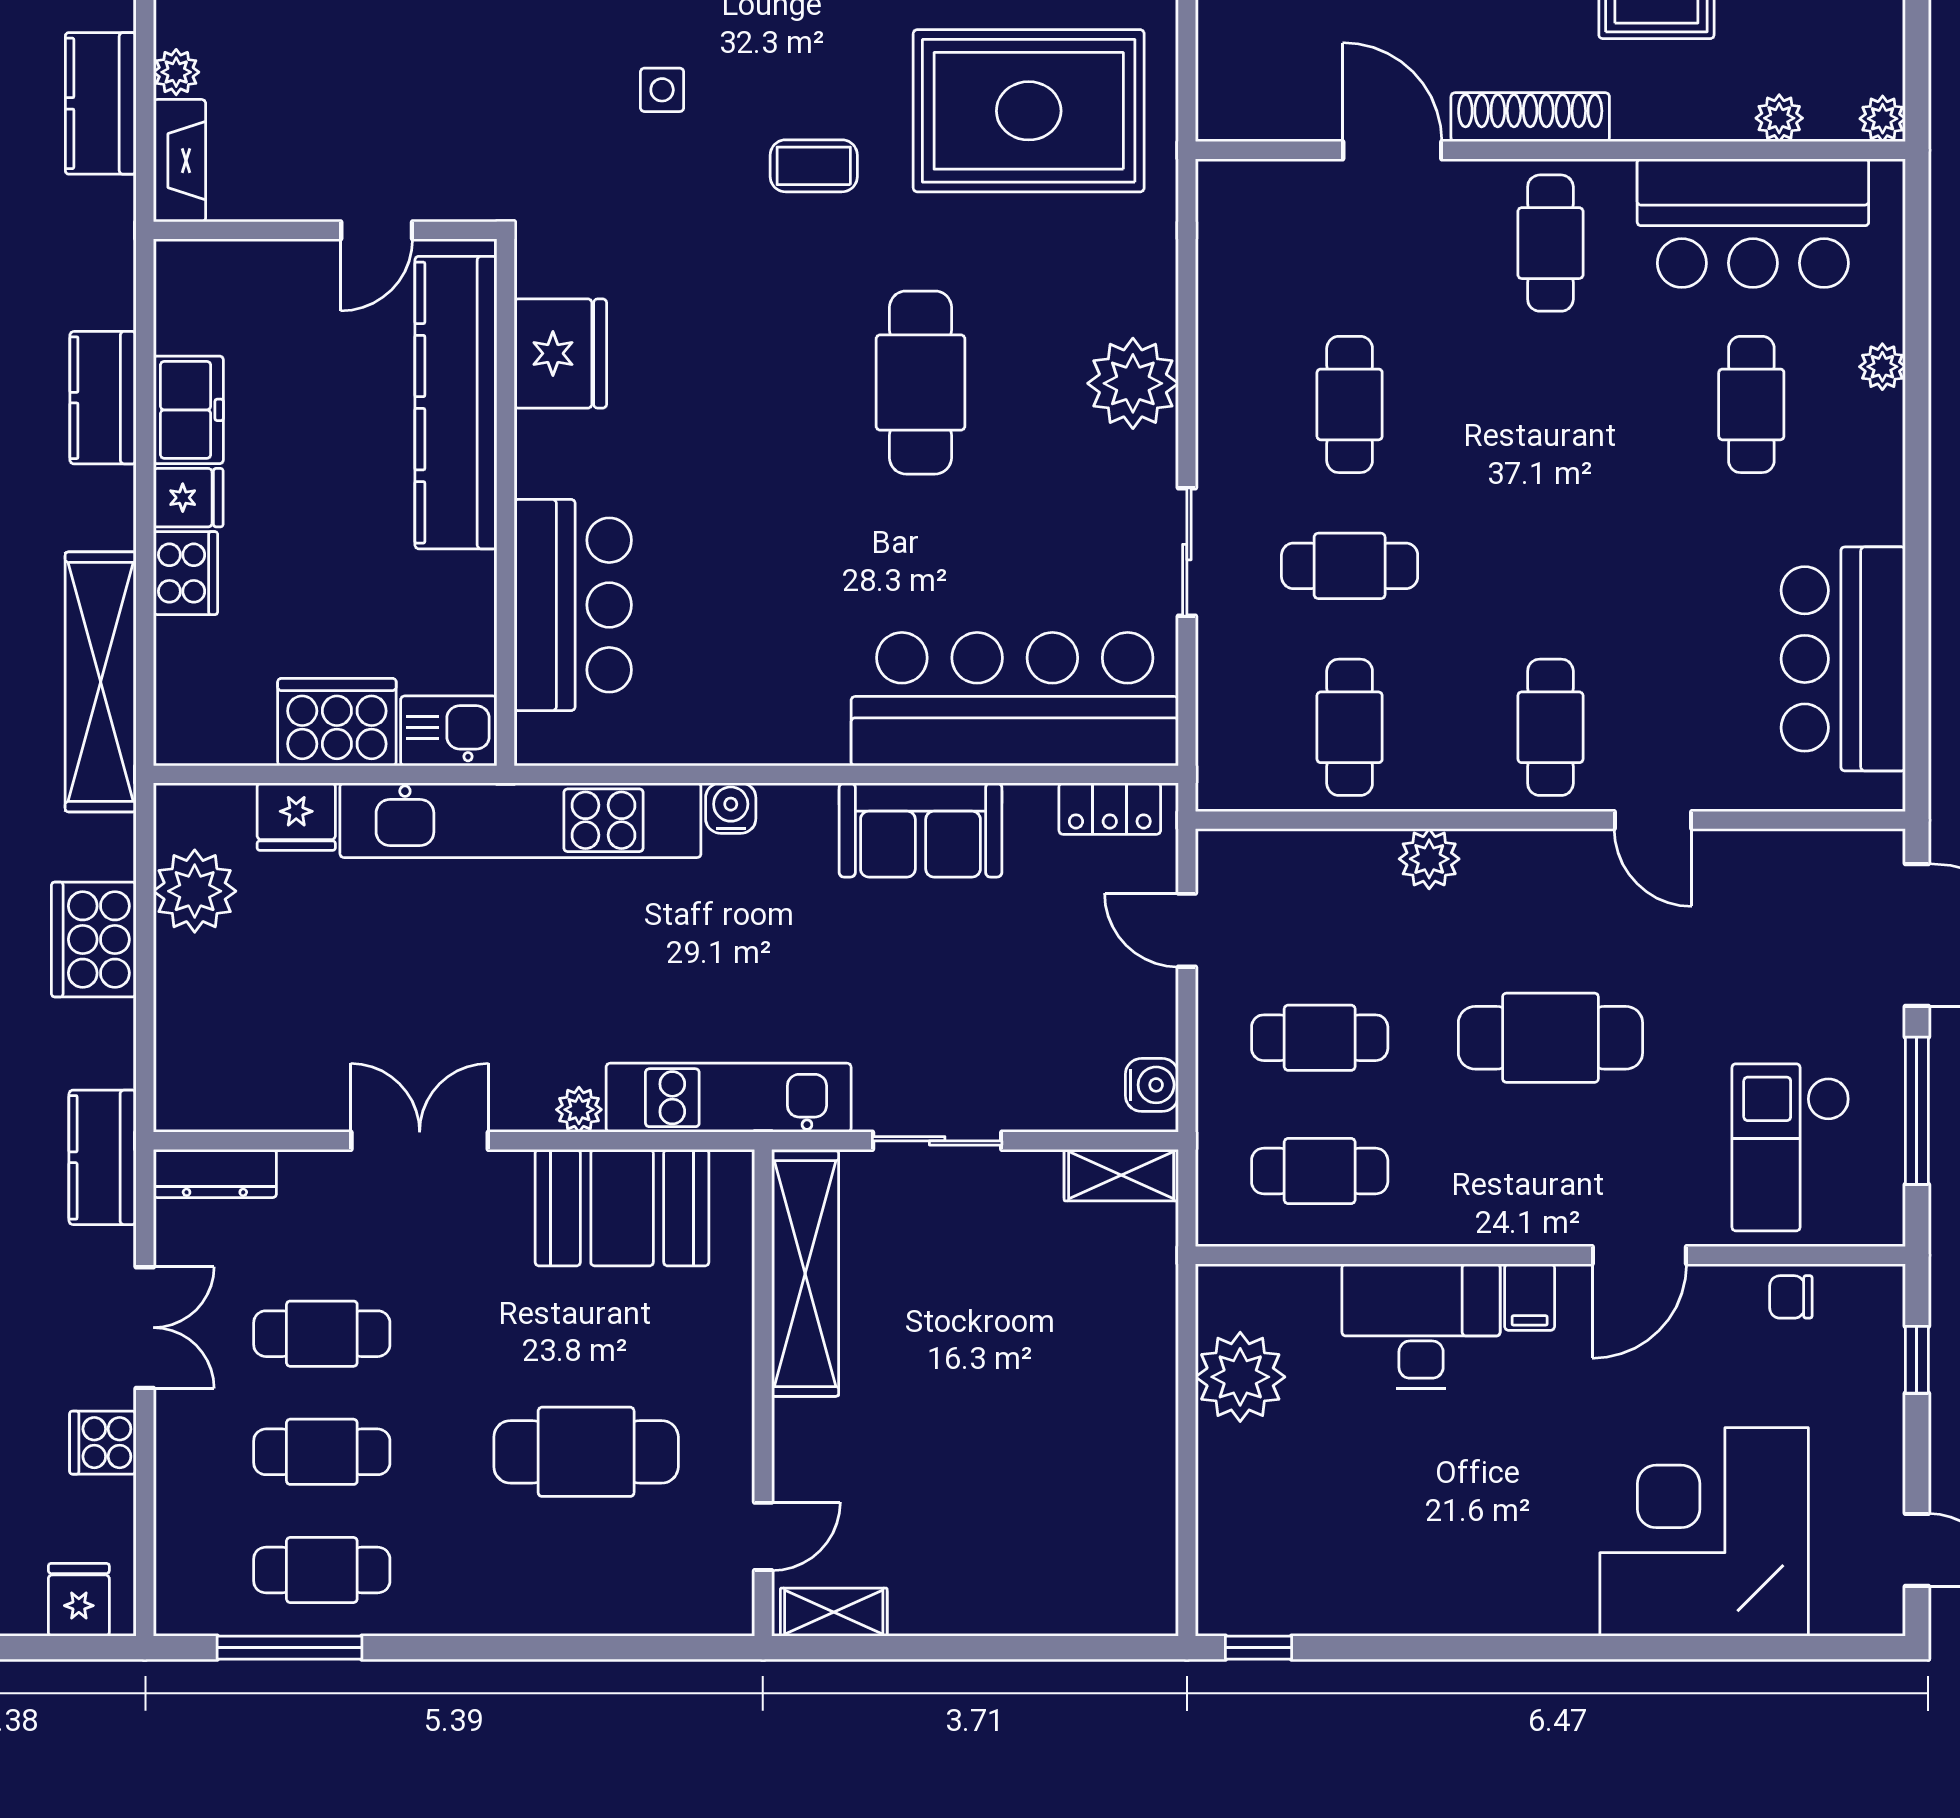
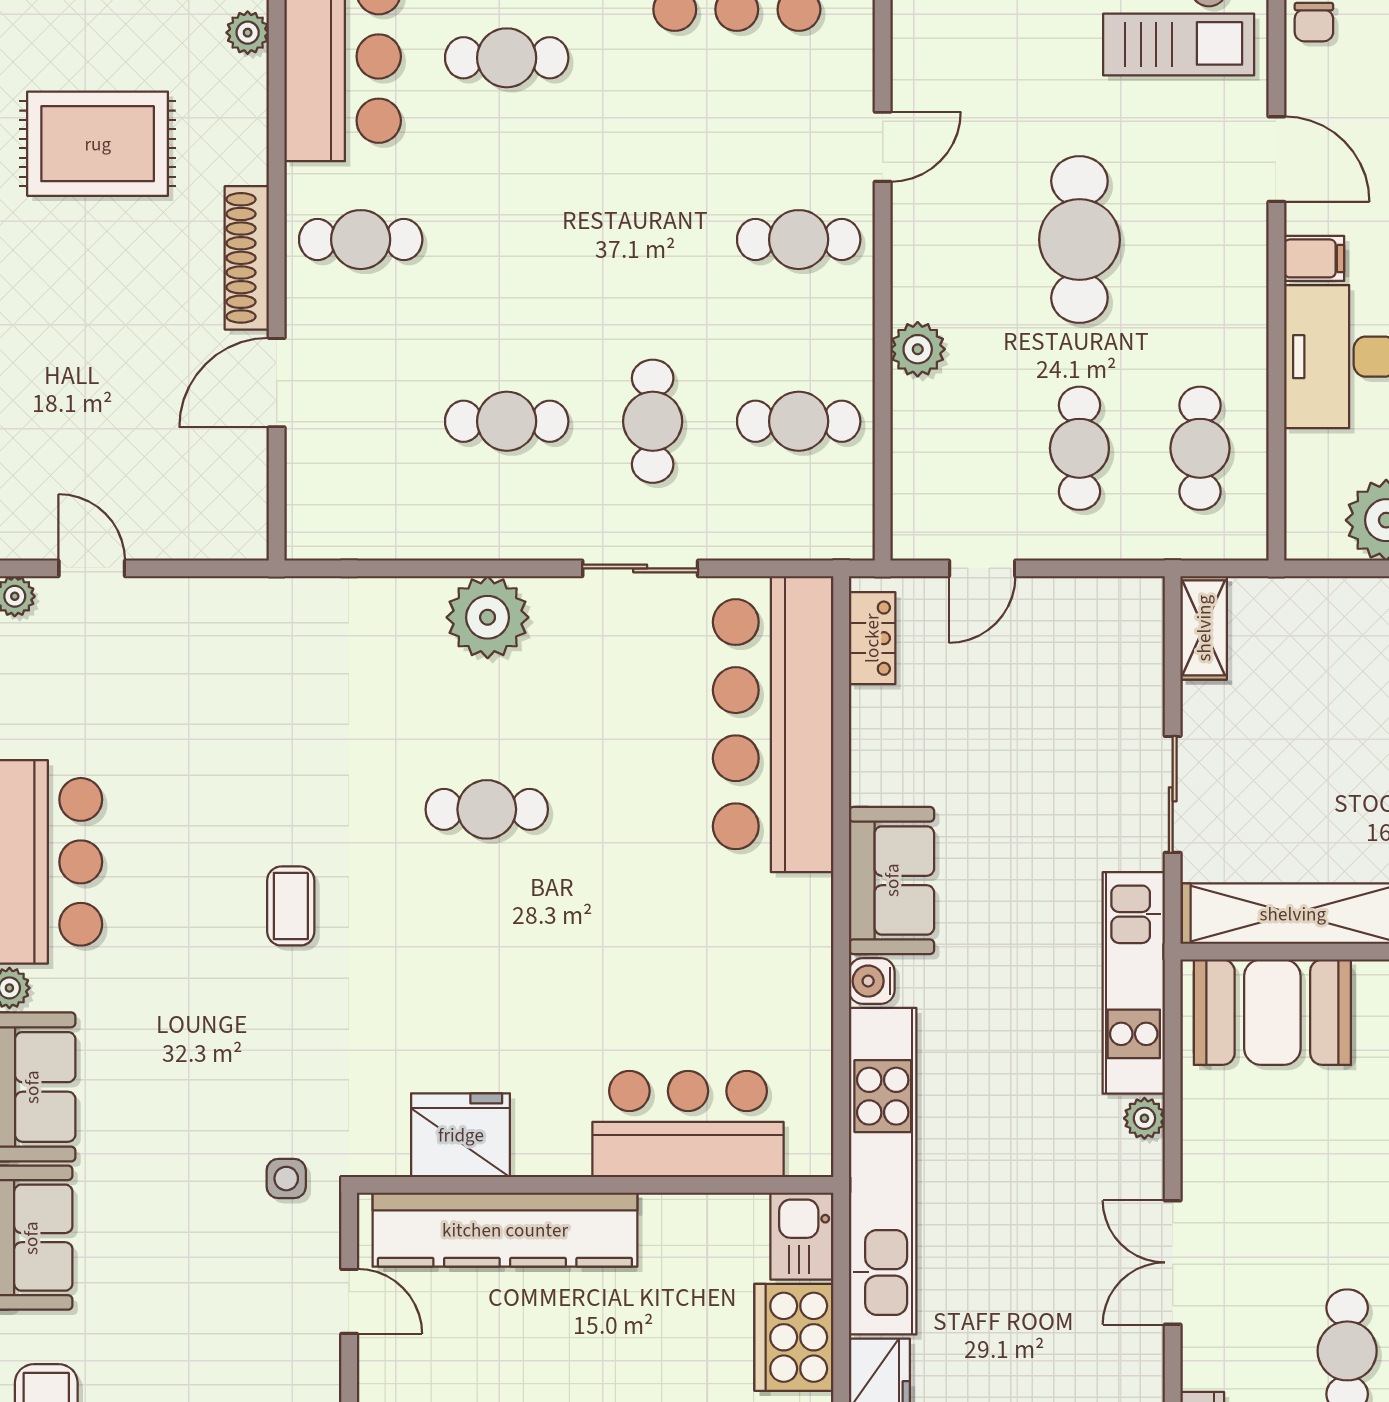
side table: (662, 90) -> (286, 1179), moved
rug: (1029, 111) -> (241, 712), removed
cafe table: (920, 383) -> (487, 809), width x0.73, depth x0.74
sofa: (920, 830) -> (892, 880), moved
water cooler: (1152, 1085) -> (1122, 600), removed
booth: (622, 1208) -> (1272, 1012), moved, turned 90

